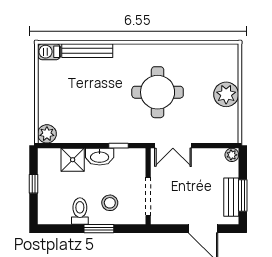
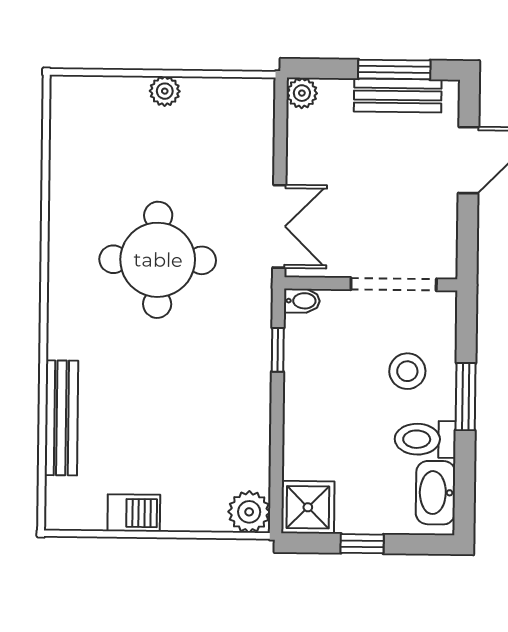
barbecue: (49, 52) -> (134, 513), moved, turned -90
plant: (226, 94) -> (165, 91), width x0.53, depth x0.53
bidet: (140, 156) -> (302, 301), added
washbasin: (100, 157) -> (436, 493), moved, turned 180
shower: (73, 160) -> (308, 507), moved

